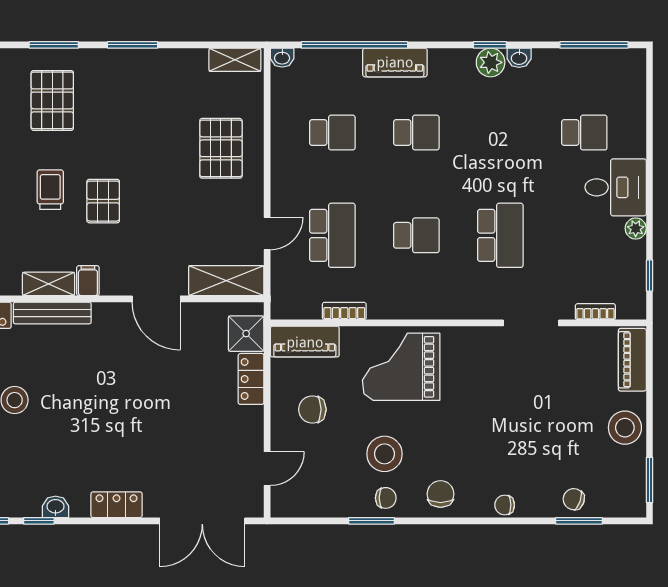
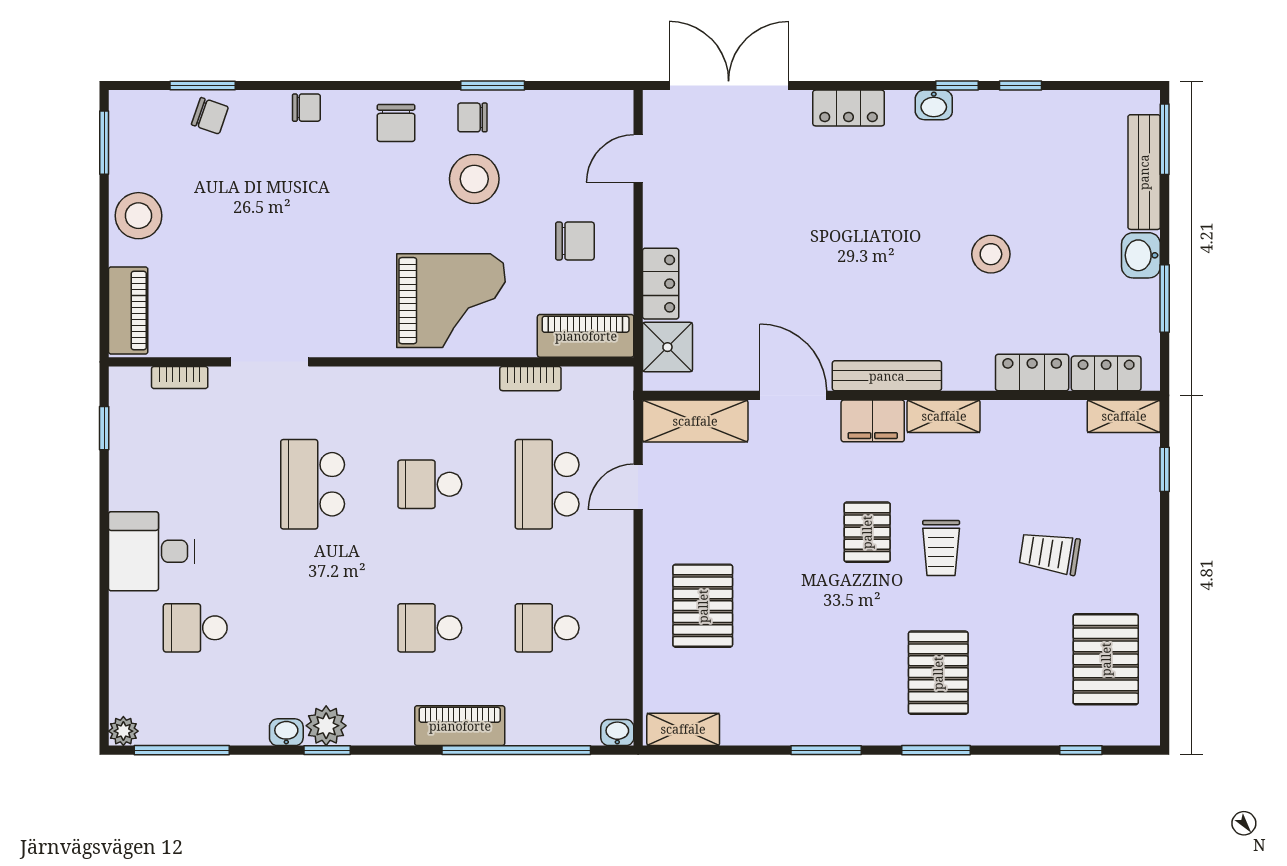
plant: (636, 228) -> (123, 731), moved
filing cabinet: (88, 281) -> (873, 421), width x2.00
bench: (52, 313) -> (887, 376), moved

